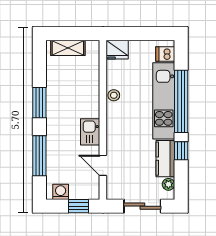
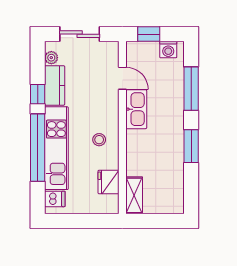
shelving: (68, 48) -> (134, 195), moved, turned 90
fridge: (117, 50) -> (108, 182), moved, turned -90
stool: (114, 95) -> (99, 140), moved
kitchen sink: (90, 132) -> (136, 109), width x1.38

